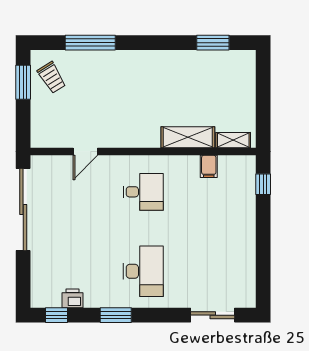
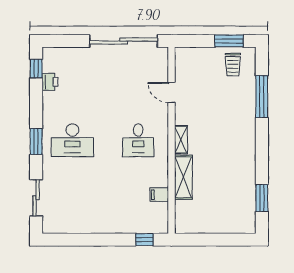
trolley: (52, 78) -> (233, 65), turned -58
shelving: (233, 140) -> (181, 140), moved
window: (116, 315) -> (36, 141), moved

